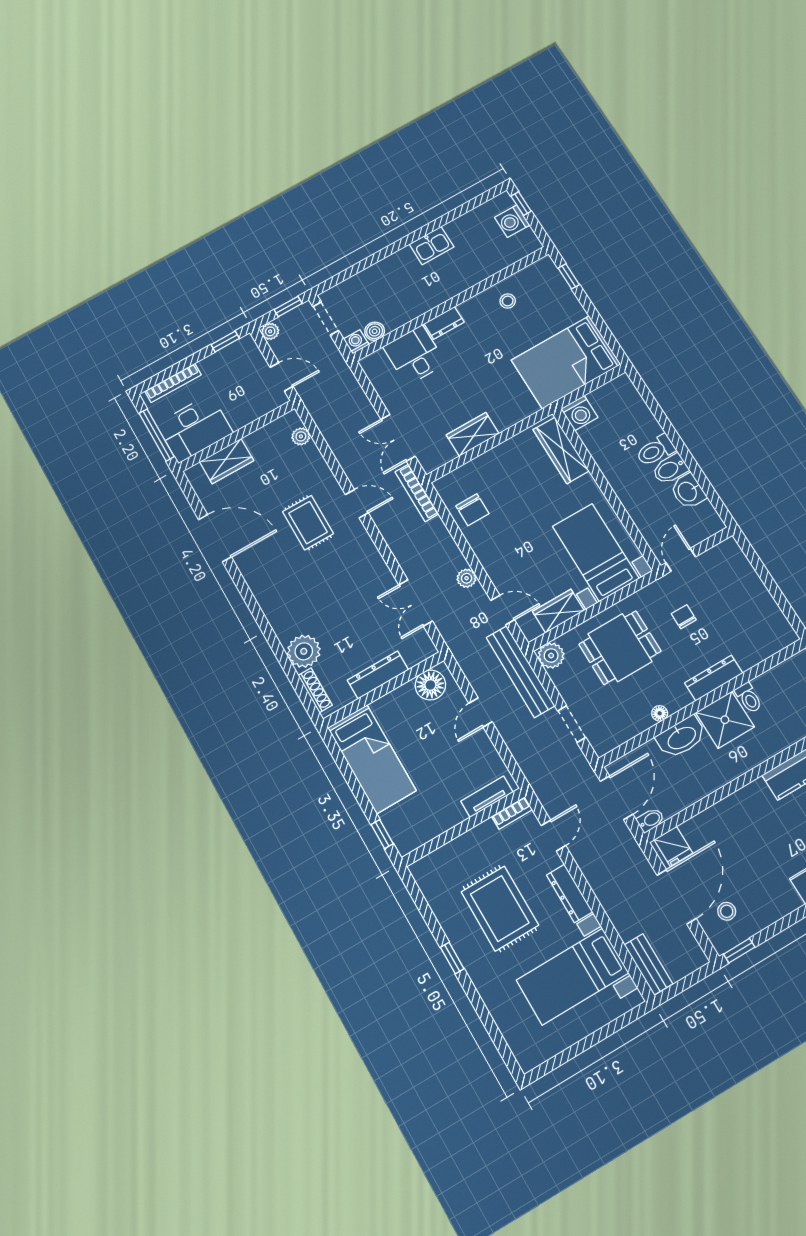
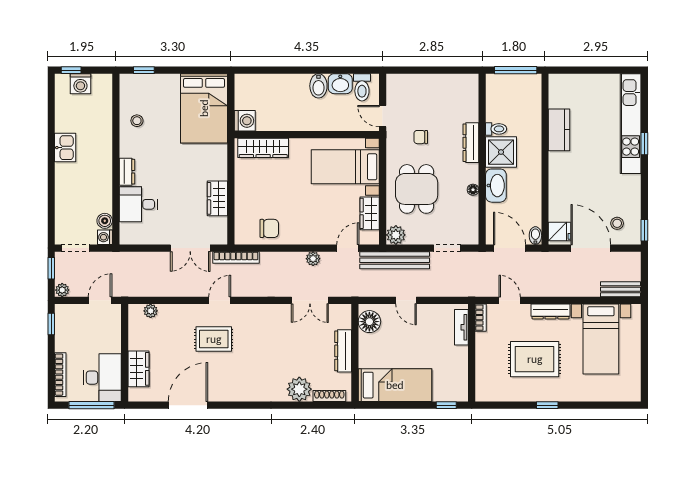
toilet: (656, 450) -> (362, 87), moved

